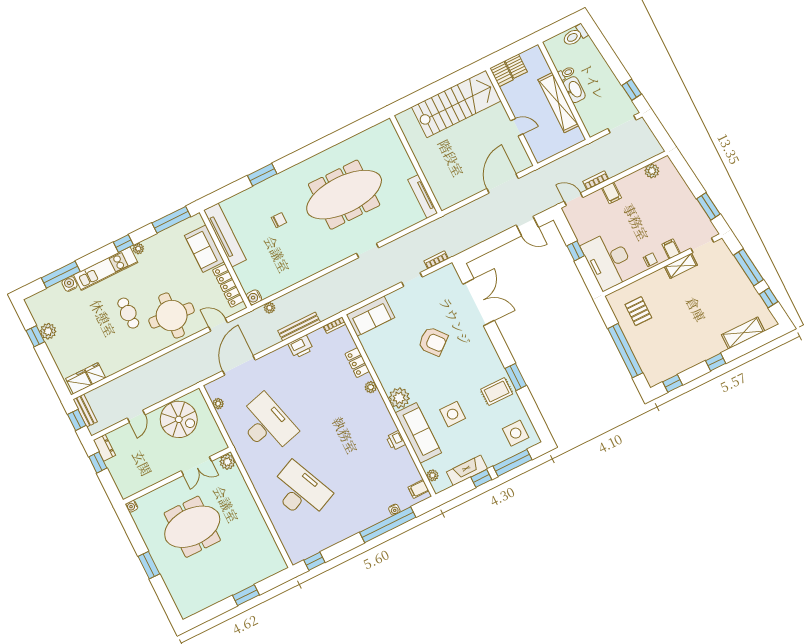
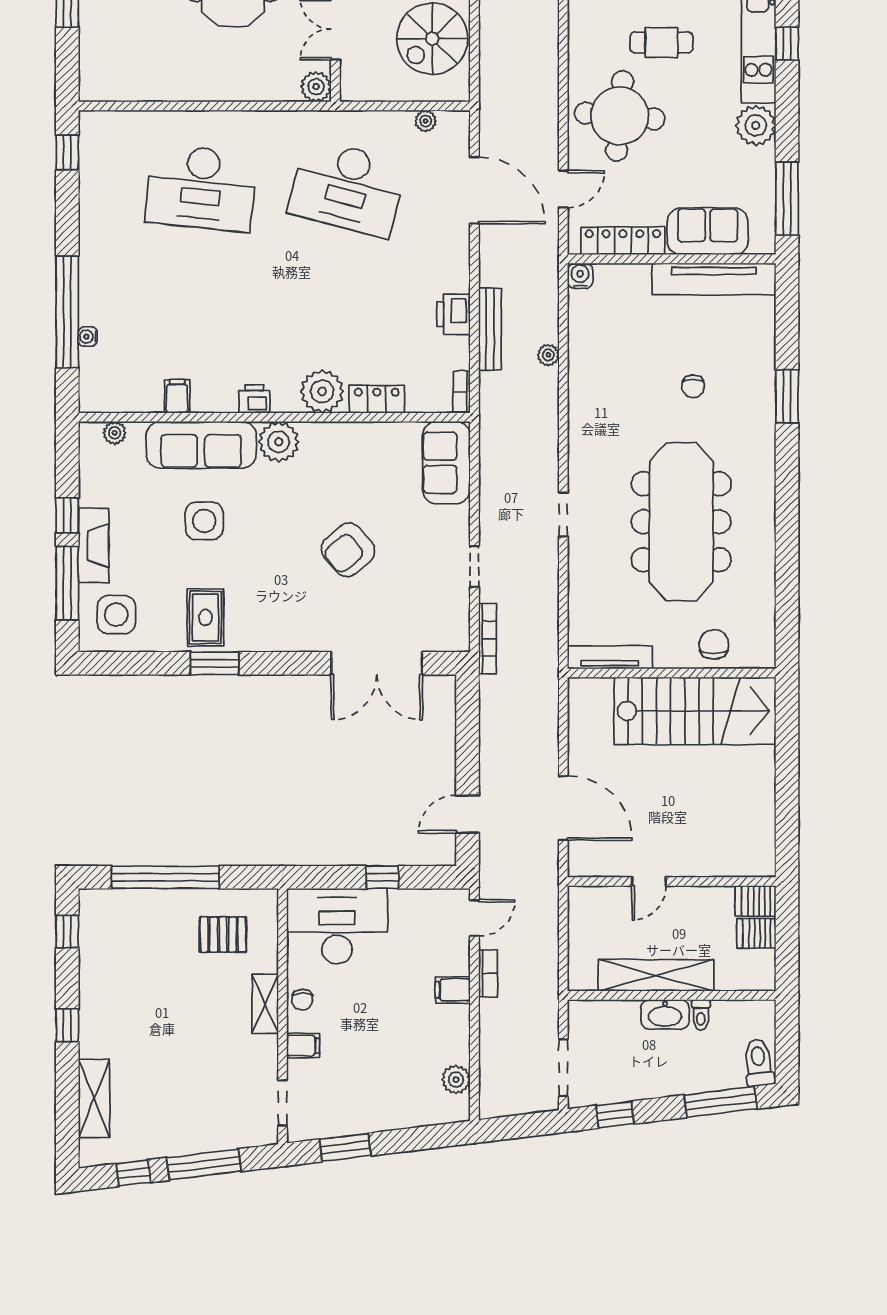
window: (602, 44) -> (720, 1102), added
stairs: (456, 104) -> (695, 711), moved, turned -90
chair: (393, 152) -> (714, 644), added
window: (123, 244) -> (787, 44), moved
plant: (138, 249) -> (756, 125), width x1.88, depth x1.88
bookcase: (436, 260) -> (487, 639), width x1.56
shelving: (681, 266) -> (265, 1004), moved
plant: (269, 308) -> (548, 355), moved
plant: (371, 387) -> (322, 391), width x1.88, depth x1.88
desk: (267, 424) -> (347, 188), turned 30
printer: (396, 440) -> (254, 399), moved
fireplace: (467, 470) -> (94, 546), moved
filing cabinet: (418, 489) -> (177, 396), moved
desk: (300, 492) -> (201, 188), turned 30

